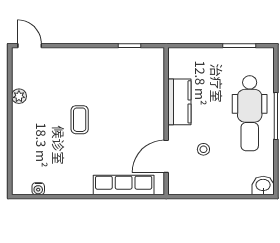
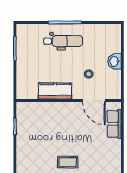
dental chair: (250, 113) -> (63, 41), width x0.73, depth x0.72
row of seats: (124, 185) -> (114, 124), width x0.68
washbasin: (263, 186) -> (114, 61), moved

